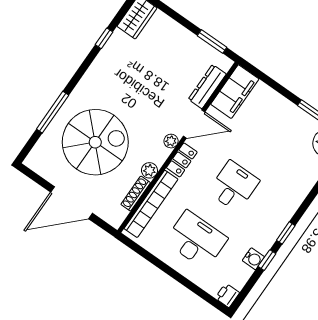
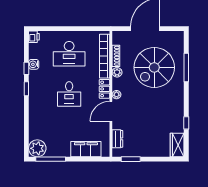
dresser: (207, 87) -> (117, 139), width x0.70
filing cabinet: (235, 92) -> (86, 149), moved, turned 90

